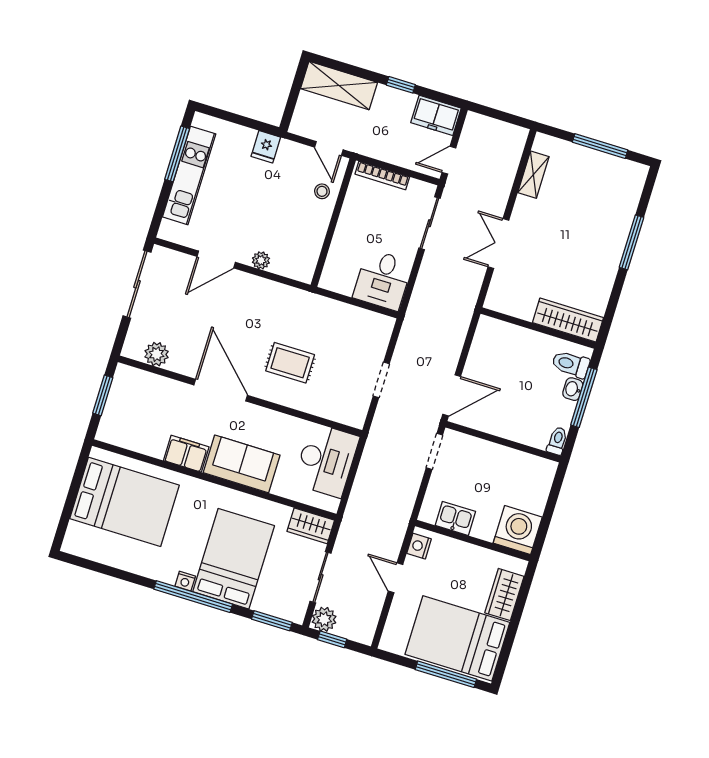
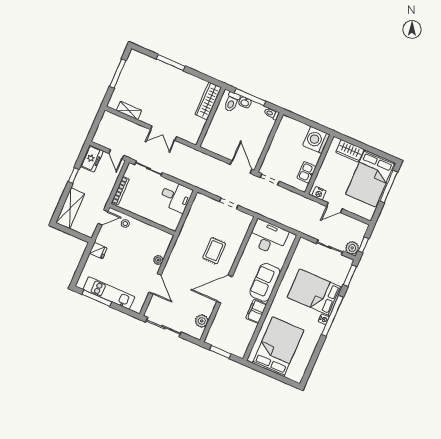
wardrobe: (311, 526) -> (302, 249), removed

